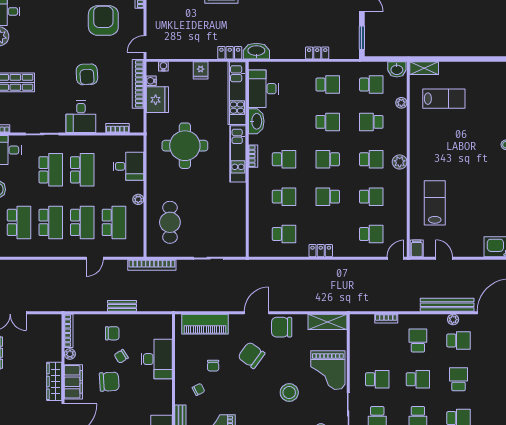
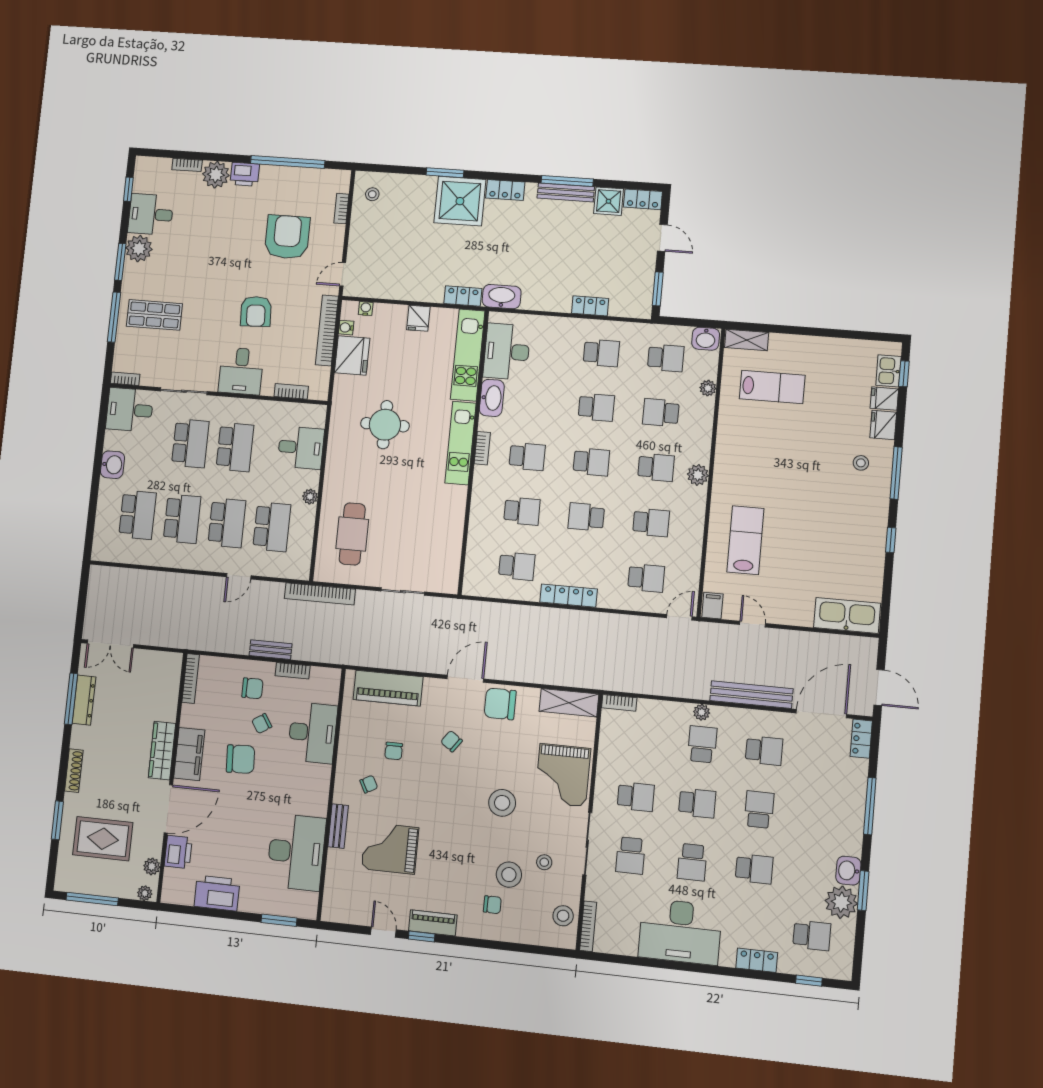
round table: (185, 146) -> (385, 425), width x0.73, depth x0.73
school desk: (328, 159) -> (591, 462), turned 180
locker: (321, 251) -> (569, 596), width x1.53
bookcase: (139, 319) -> (293, 671), added
bookcase: (386, 319) -> (619, 703), moved
plant: (453, 320) -> (702, 712), moved
plant: (70, 354) -> (189, 713), removed
chair: (251, 355) -> (451, 741), width x0.54, depth x0.54

